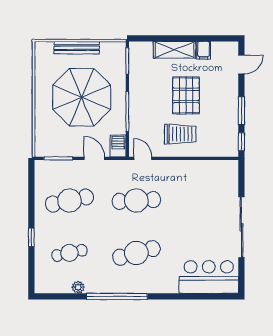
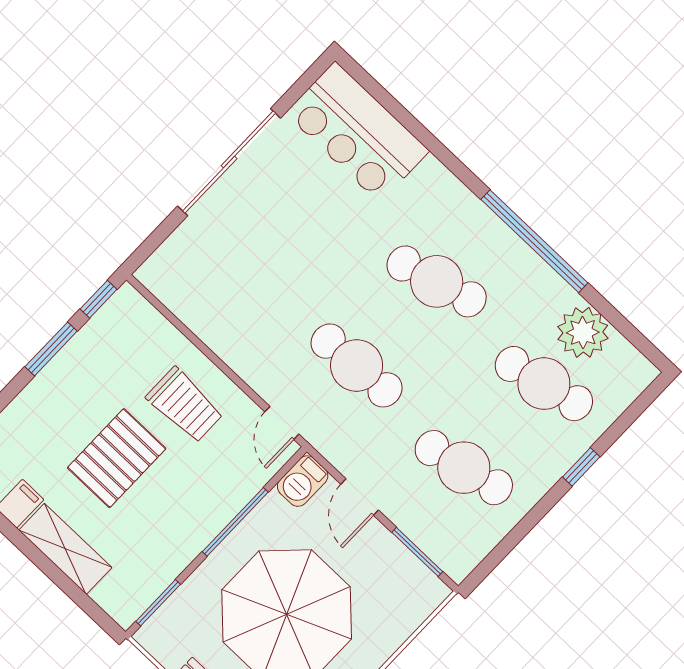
trolley: (180, 134) -> (185, 405), turned 180
cafe table: (69, 253) -> (544, 384), width x1.37, depth x1.35
plant: (78, 287) -> (583, 332), width x1.87, depth x1.87

